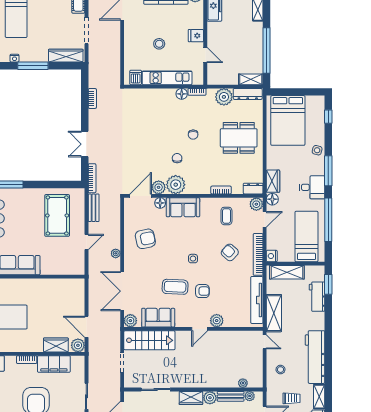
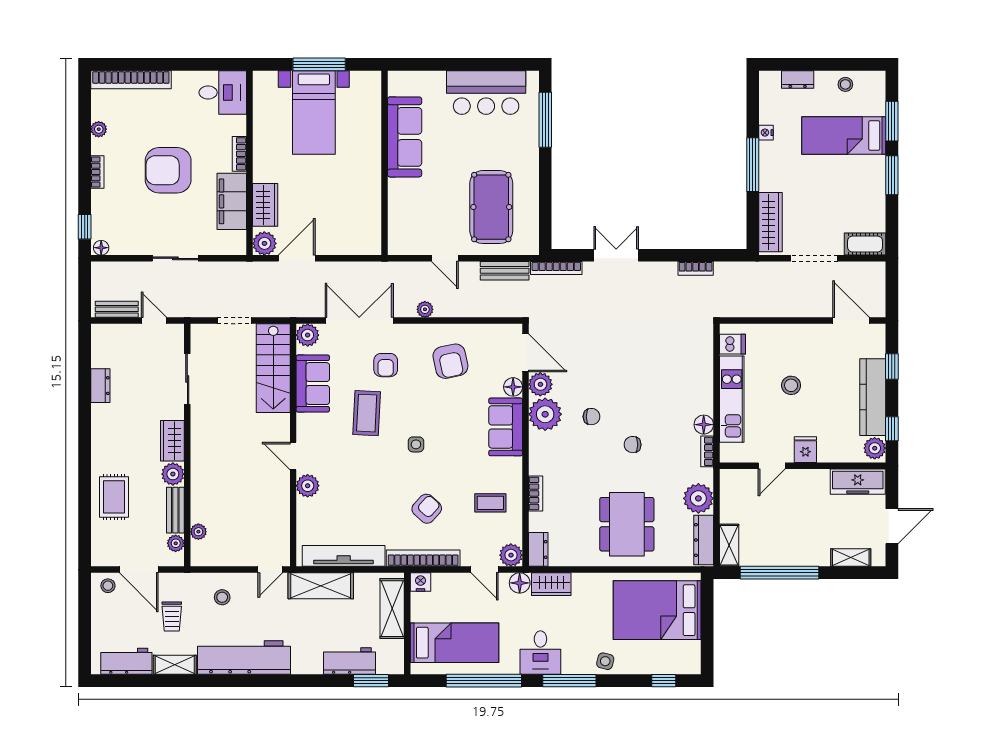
pool table: (57, 215) -> (491, 207), turned 90
armchair: (202, 291) -> (386, 365), moved

